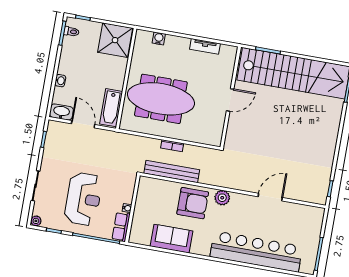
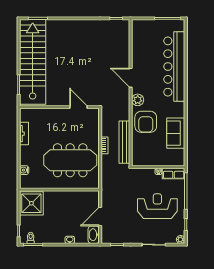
meeting table: (161, 99) -> (70, 160), turned 90
door: (230, 100) -> (78, 107), moved
bathtub: (111, 108) -> (84, 197), removed
door: (270, 197) -> (131, 78), moved
armchair: (193, 203) -> (146, 122), turned 180

